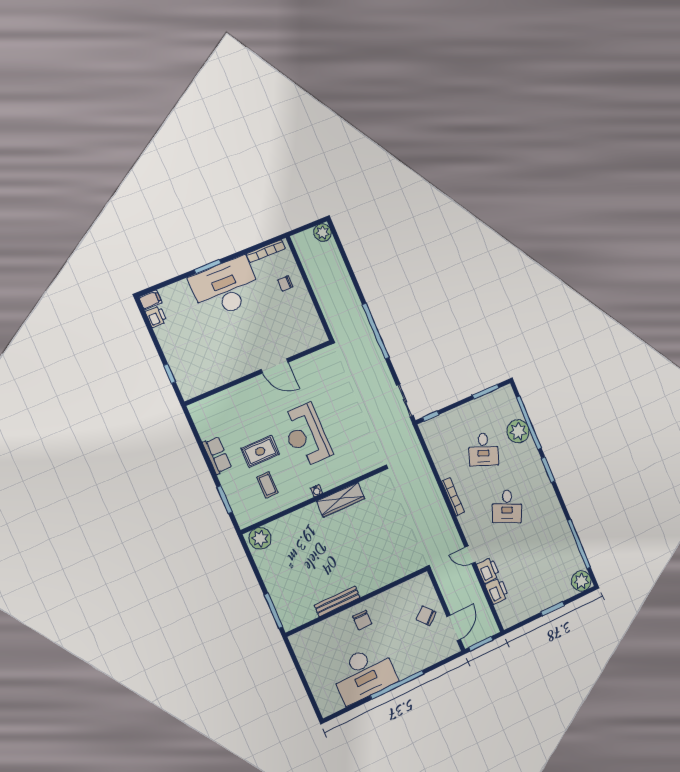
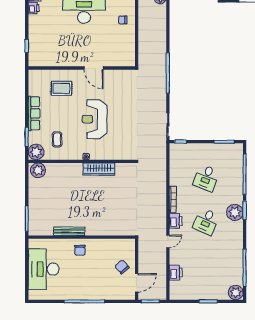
plant: (518, 431) -> (235, 212), moved
rug: (260, 451) -> (61, 88), moved
row of seats: (217, 455) -> (34, 113), width x1.48
plant: (247, 515) -> (36, 152), added
door: (470, 555) -> (168, 241), swing flipped
printer: (488, 570) -> (176, 221), moved
desk: (364, 674) -> (44, 269), moved, turned 90

